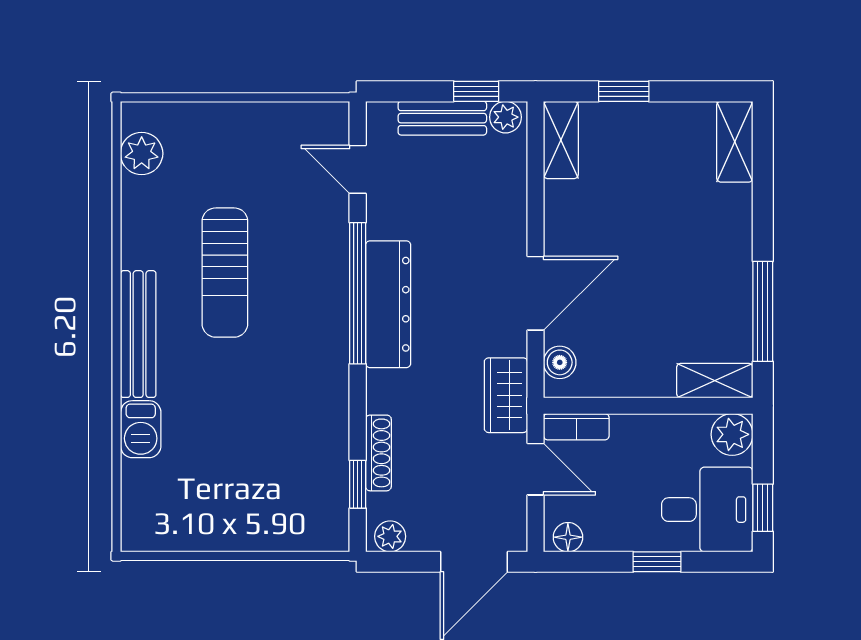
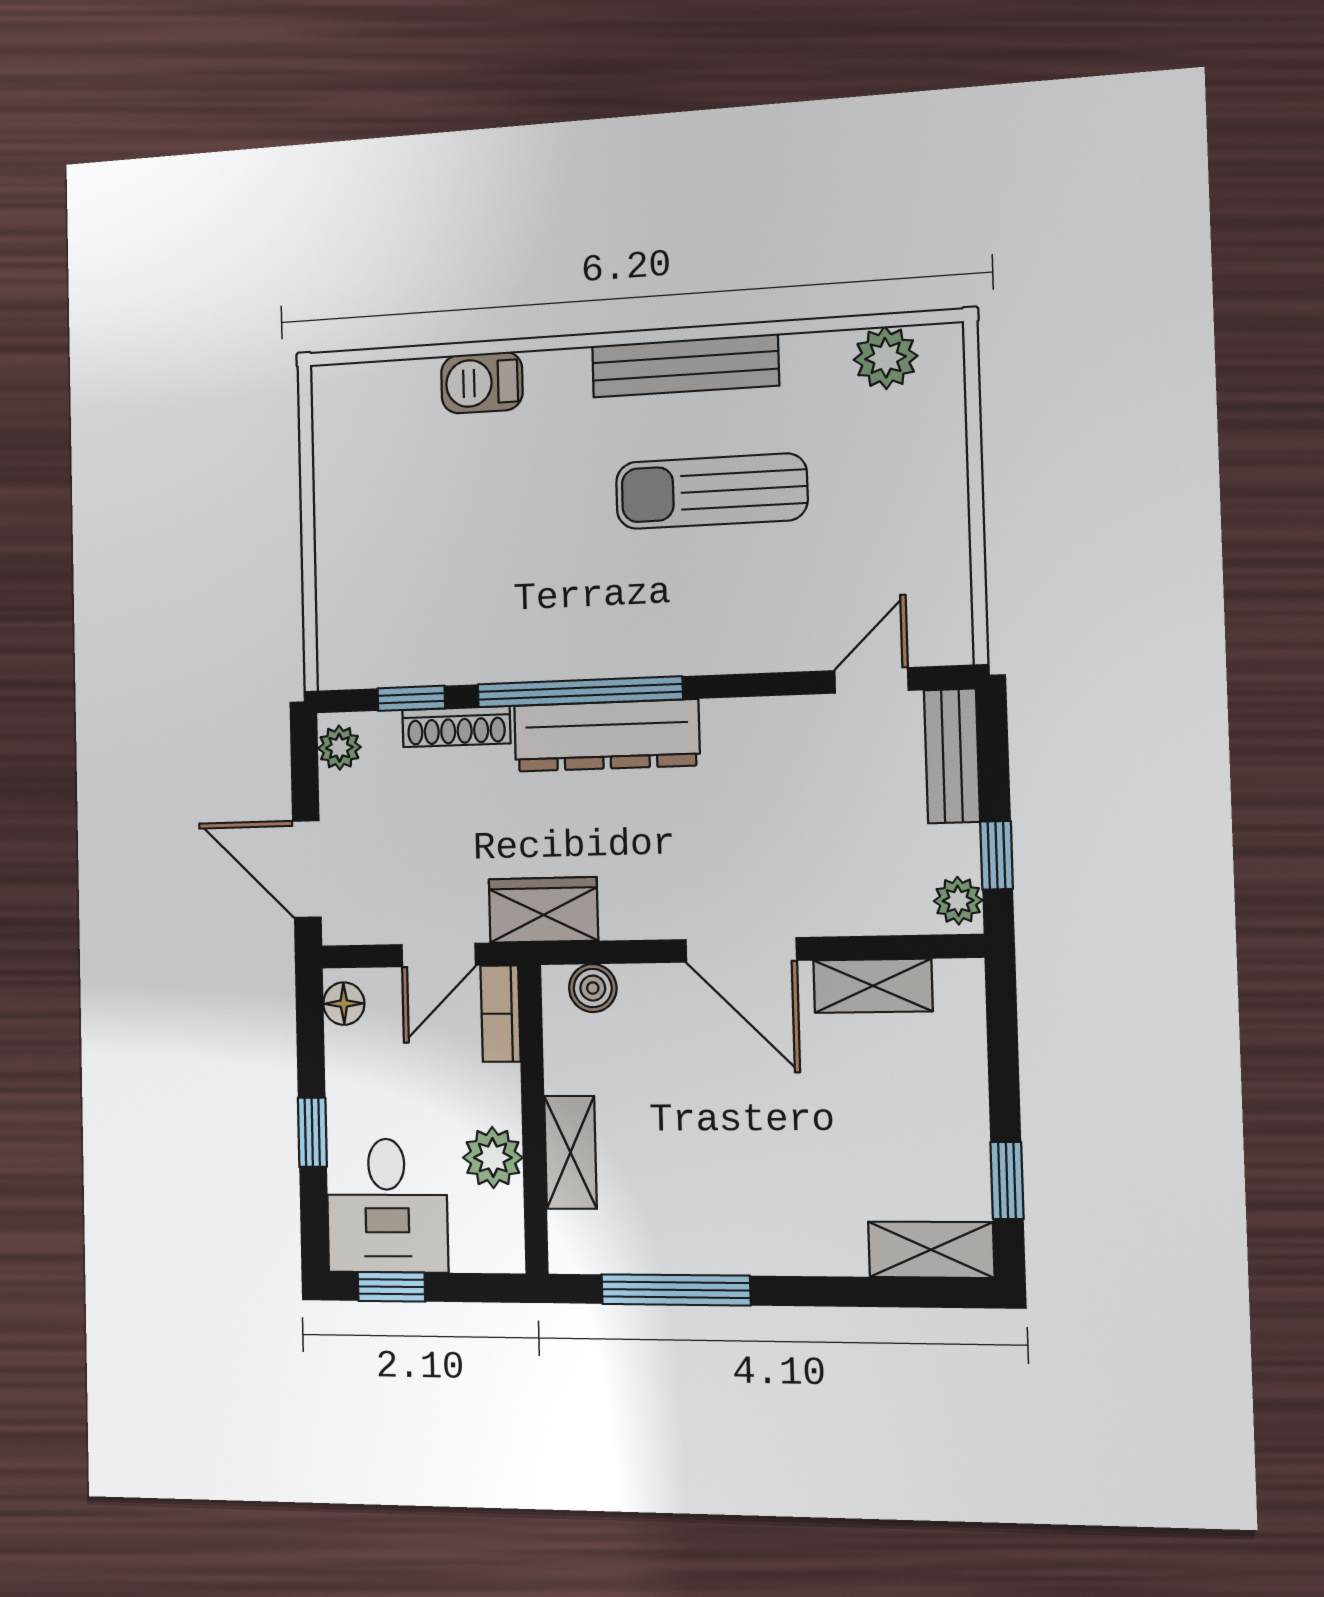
window: (624, 91) -> (1007, 1181), moved
bench: (442, 118) -> (952, 756), moved
shelving: (561, 140) -> (873, 986), moved
window: (358, 293) -> (580, 692), moved
door: (536, 293) -> (741, 950), moved
dresser: (388, 304) -> (606, 735), moved
bench: (138, 334) -> (685, 366), moved
shelving: (715, 381) -> (570, 1152), moved
plant: (732, 434) -> (493, 1158), moved

